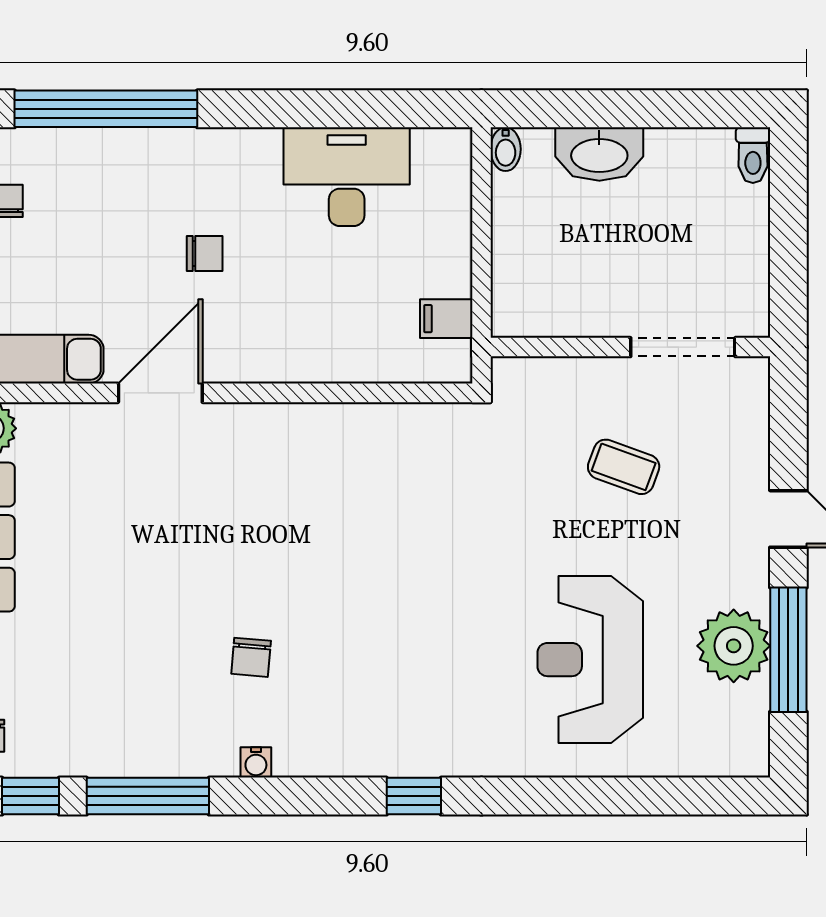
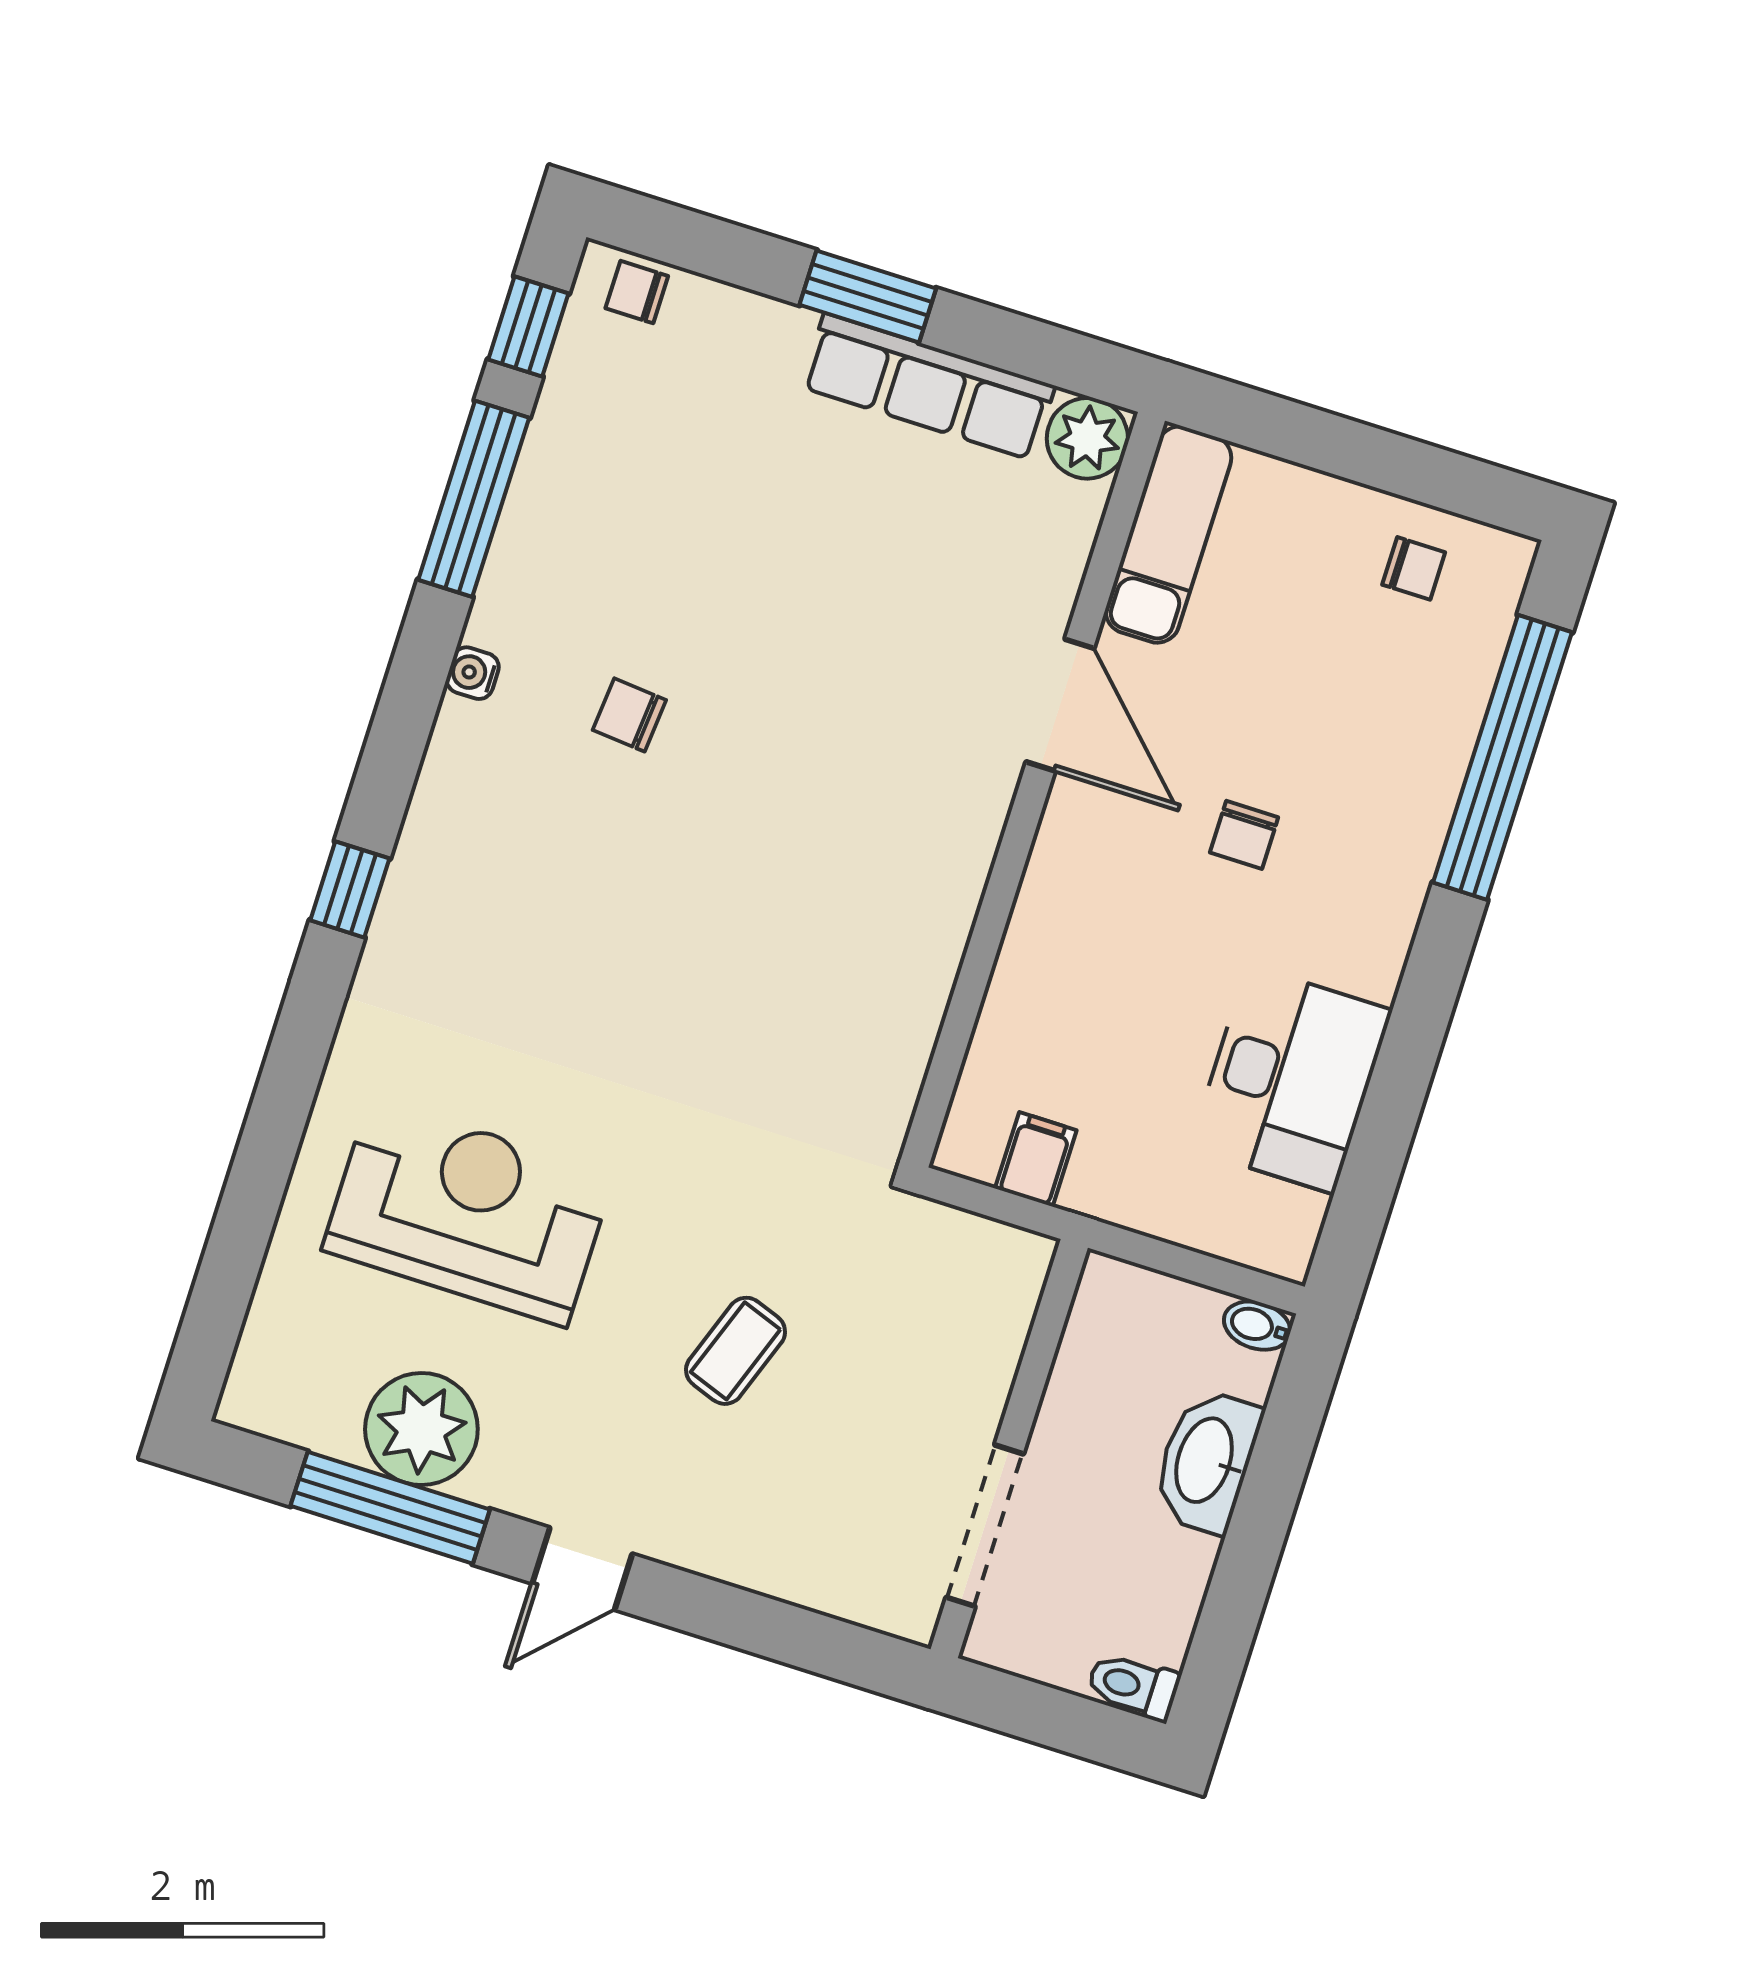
wall: (630, 347) -> (1009, 1449), moved
doorway: (683, 347) -> (985, 1526), moved

